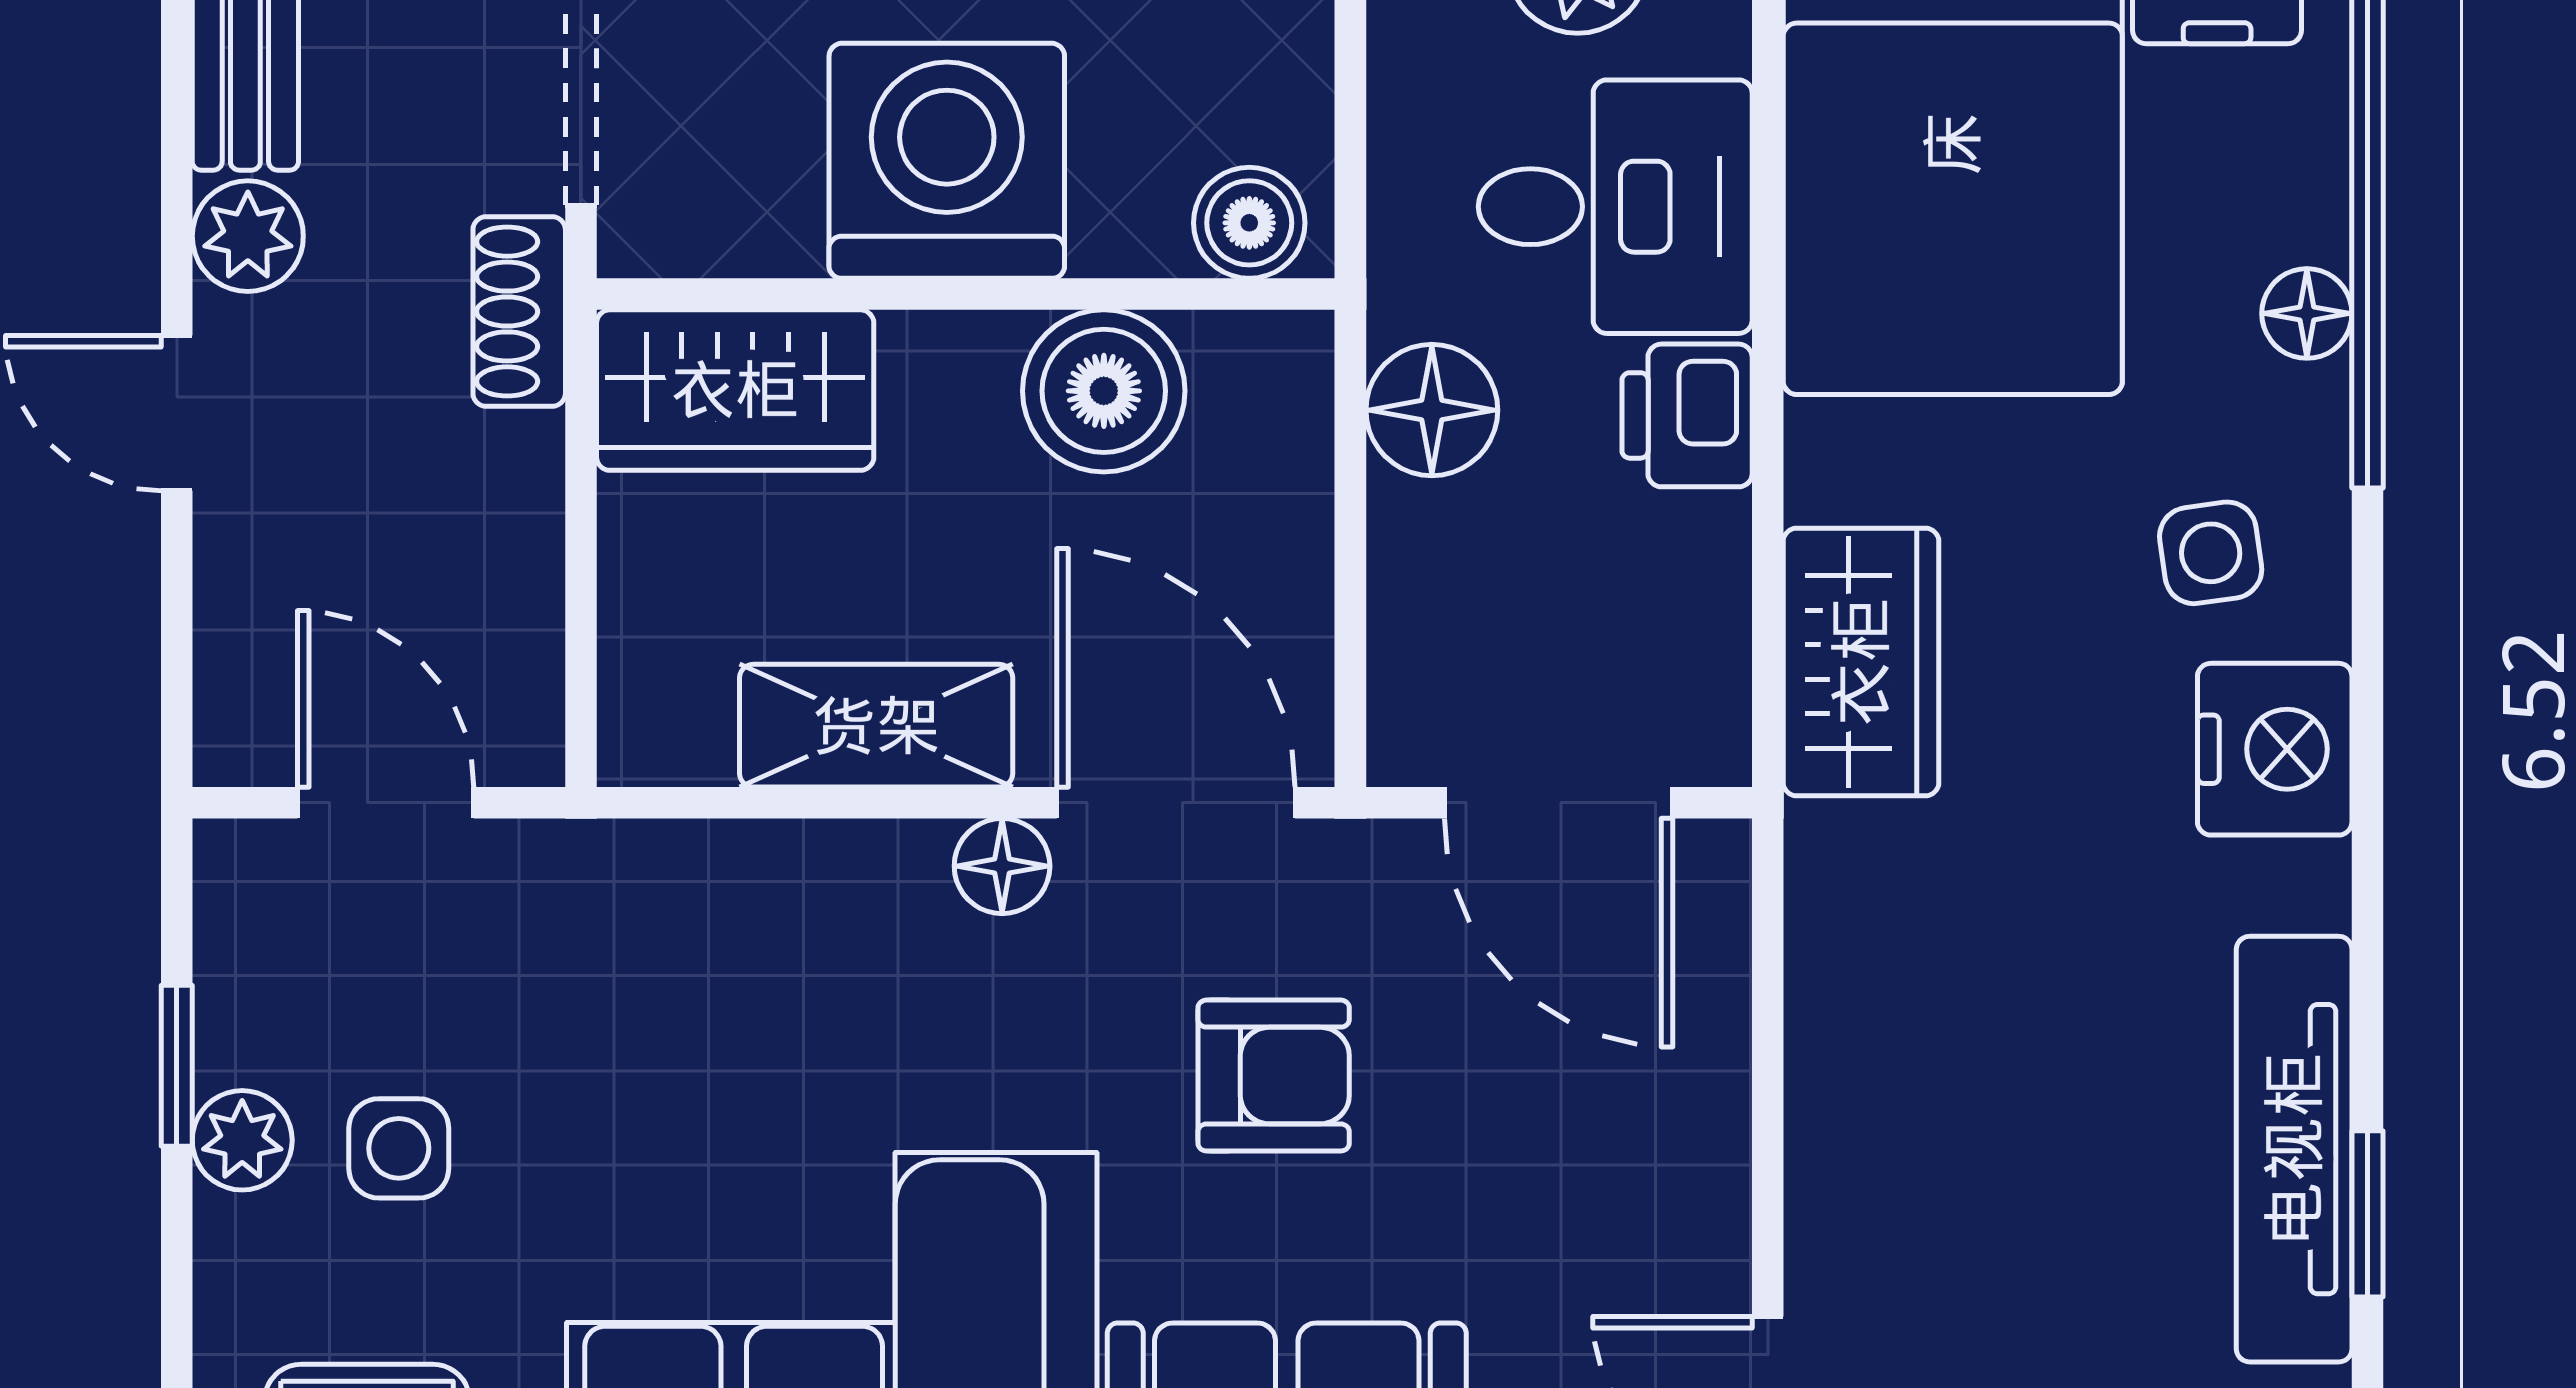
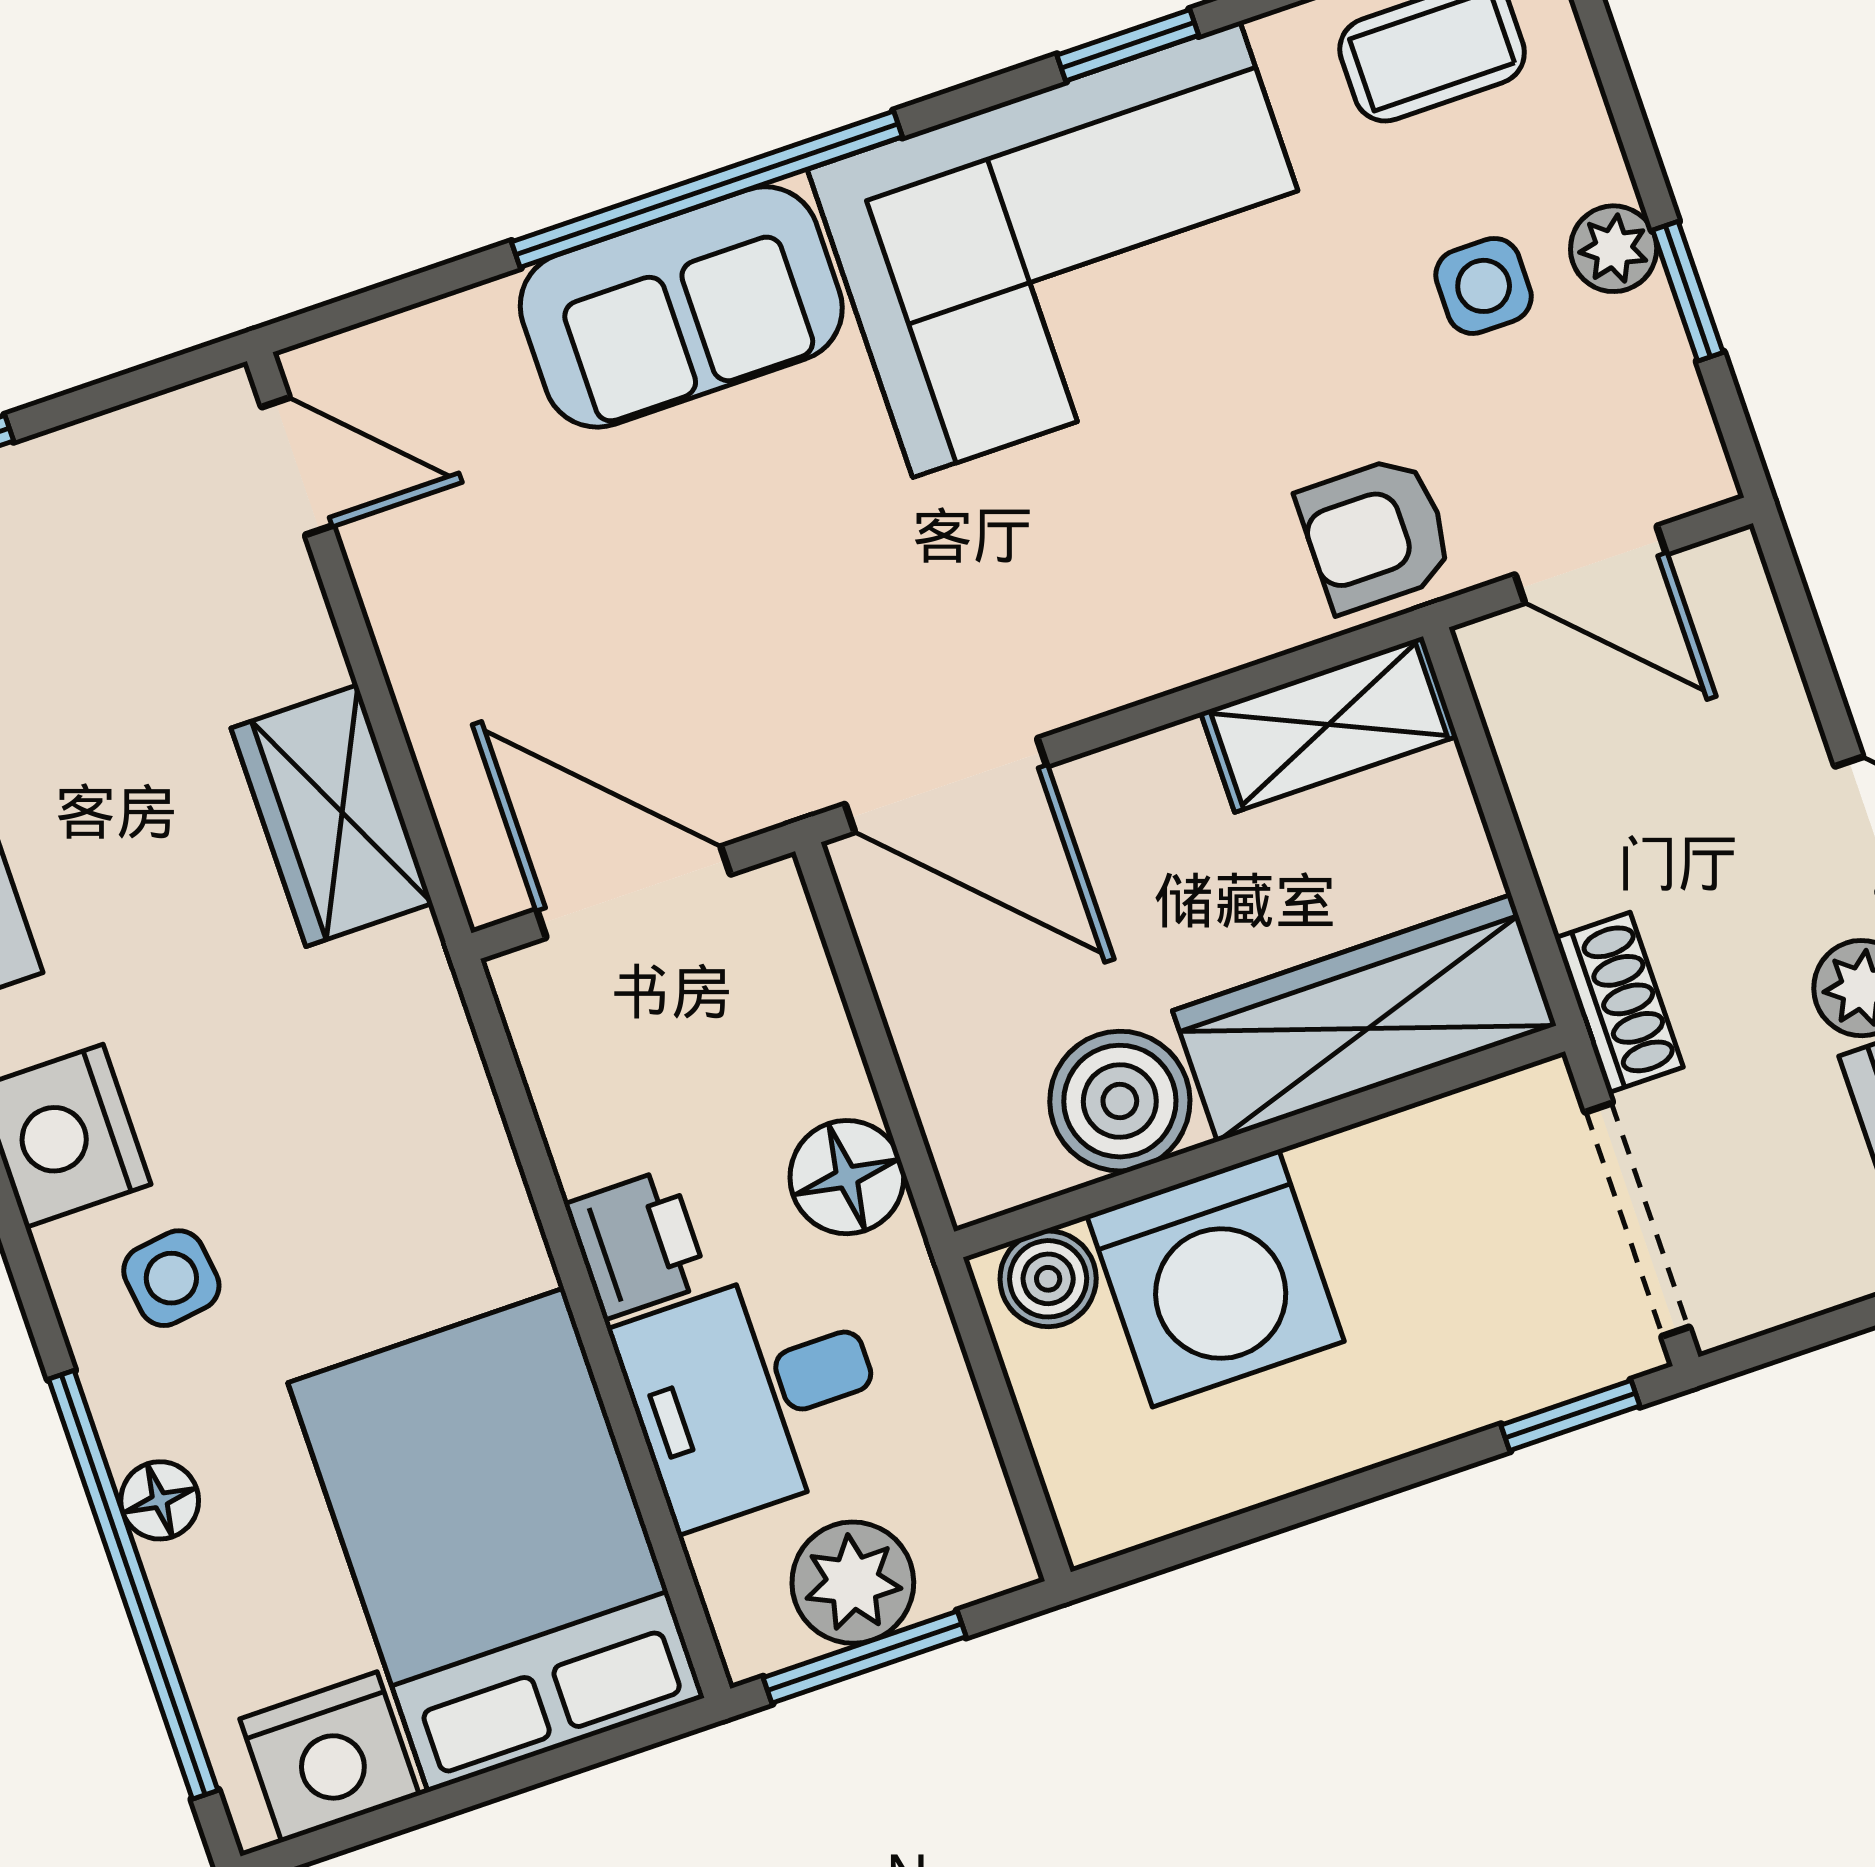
washing machine: (947, 161) -> (1215, 1278), moved
wardrobe: (735, 390) -> (1364, 1018), width x1.50
wardrobe: (1861, 662) -> (332, 816), moved
shelving: (876, 726) -> (1329, 724), moved
floor lamp: (1002, 866) -> (1070, 685), removed
armchair: (1274, 1076) -> (1376, 534), moved

